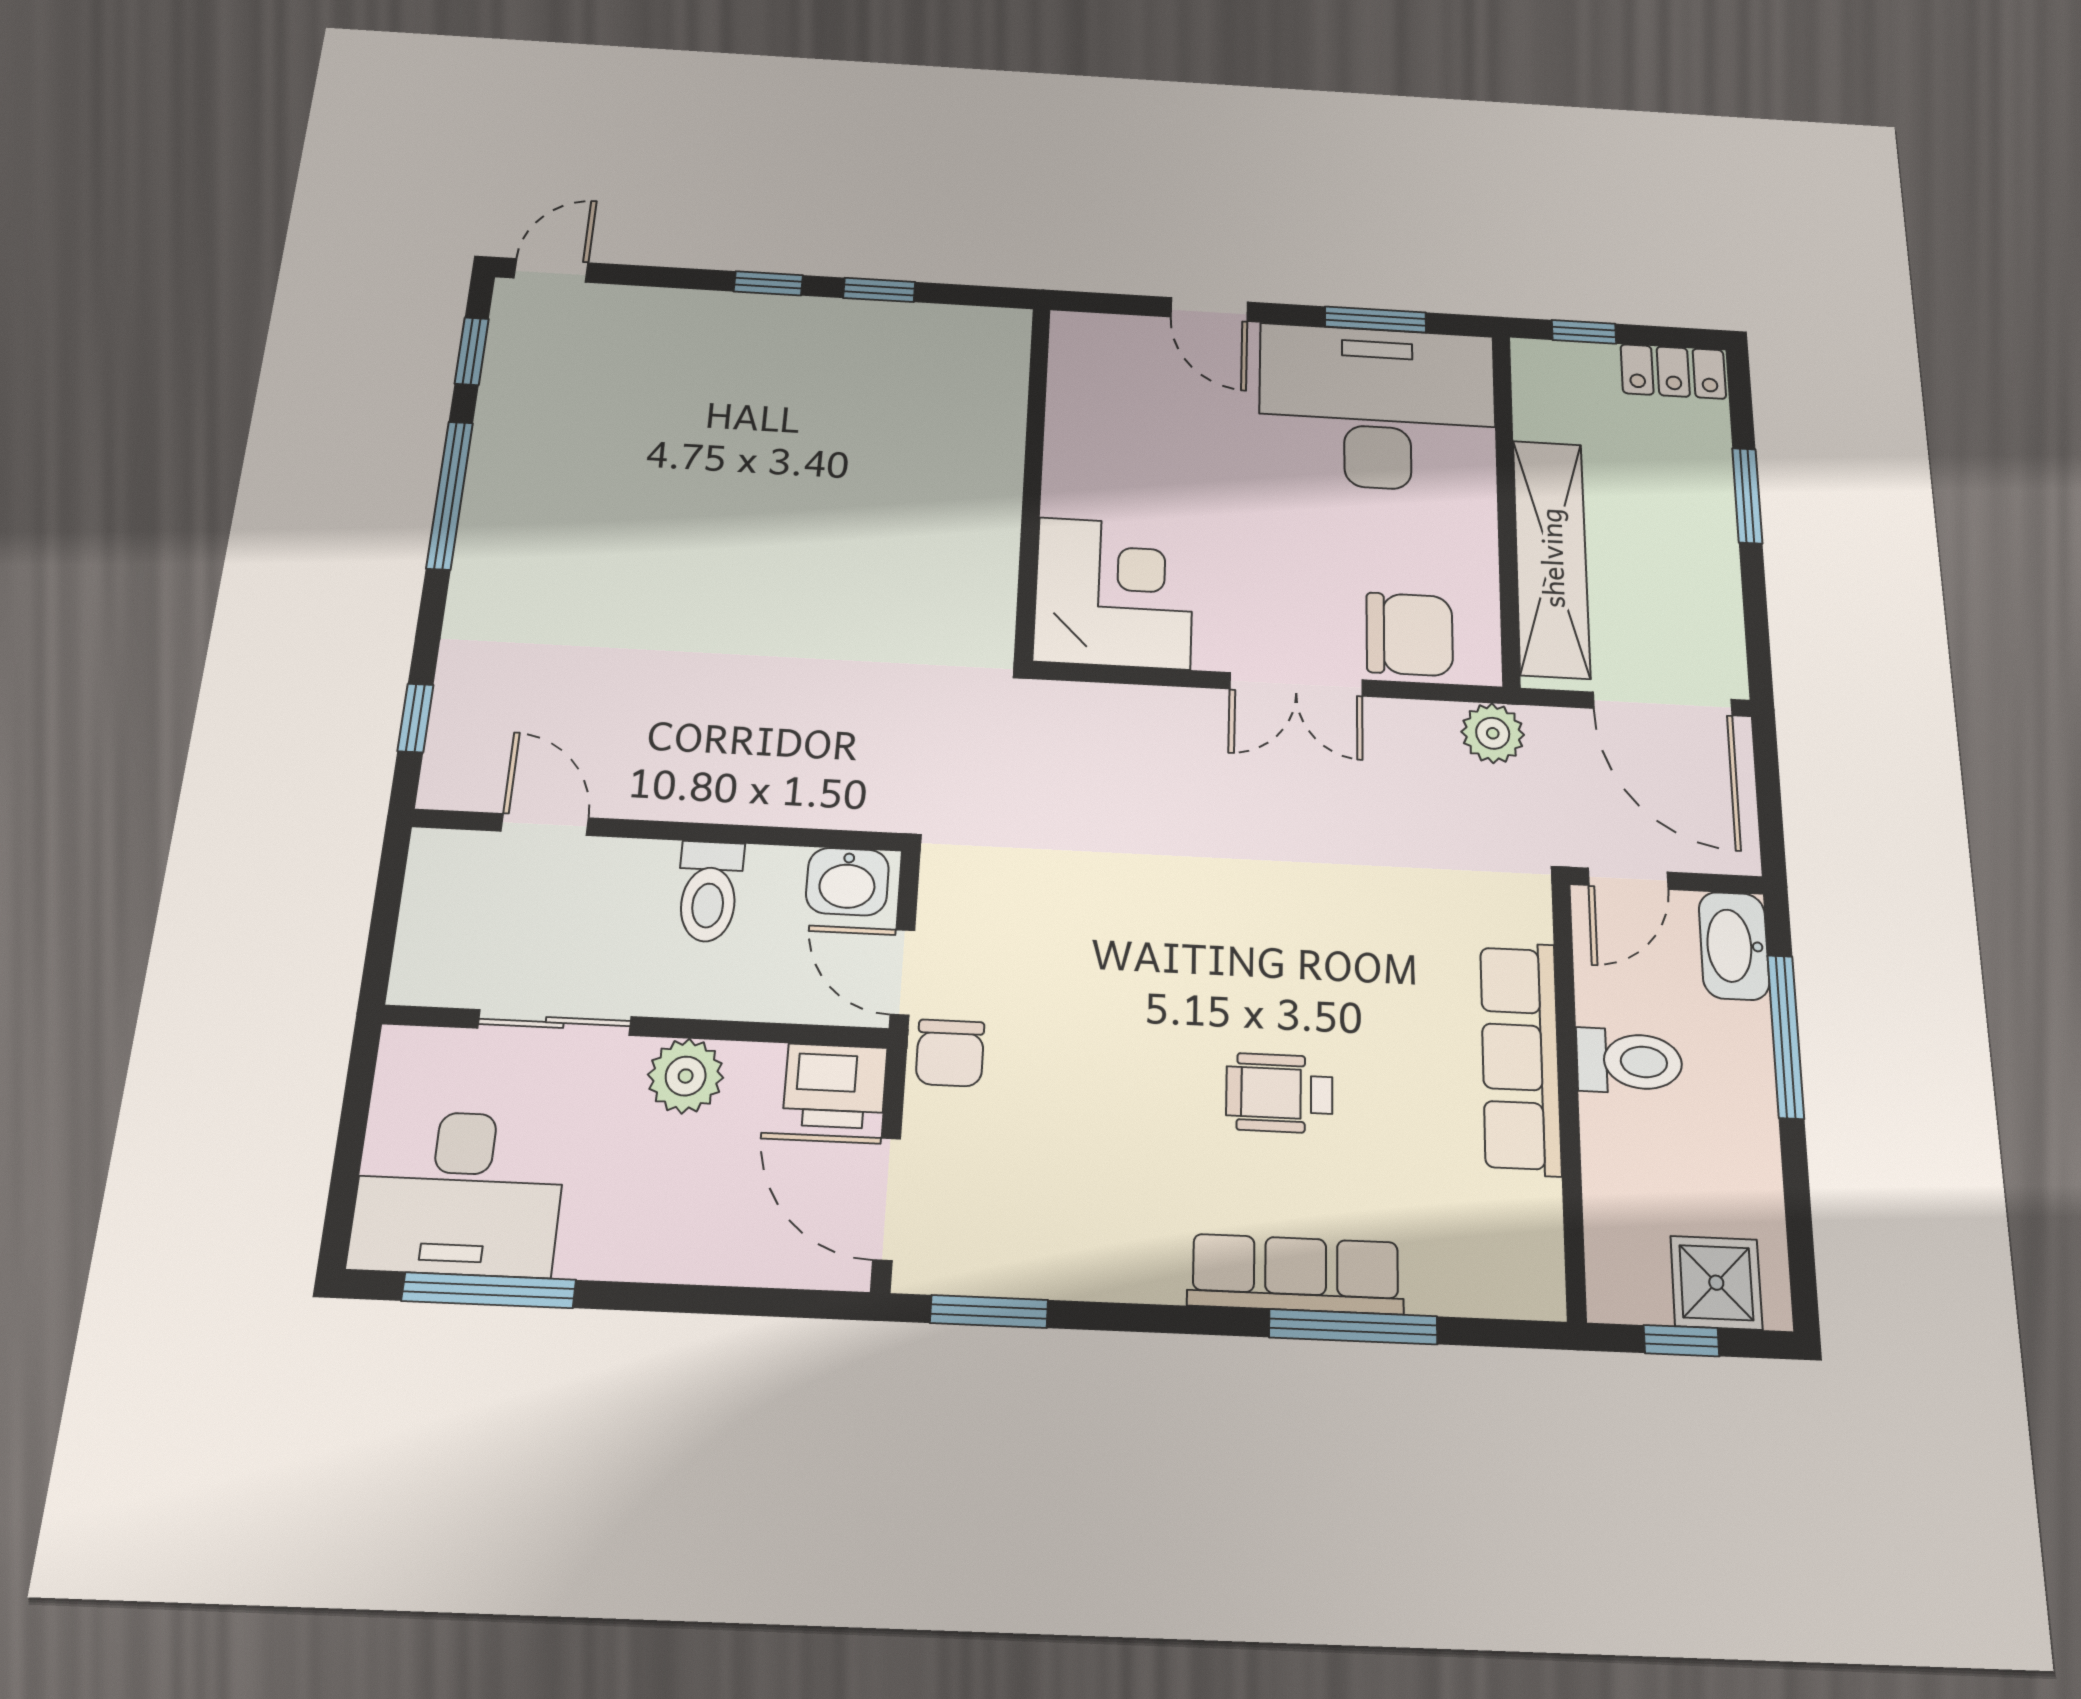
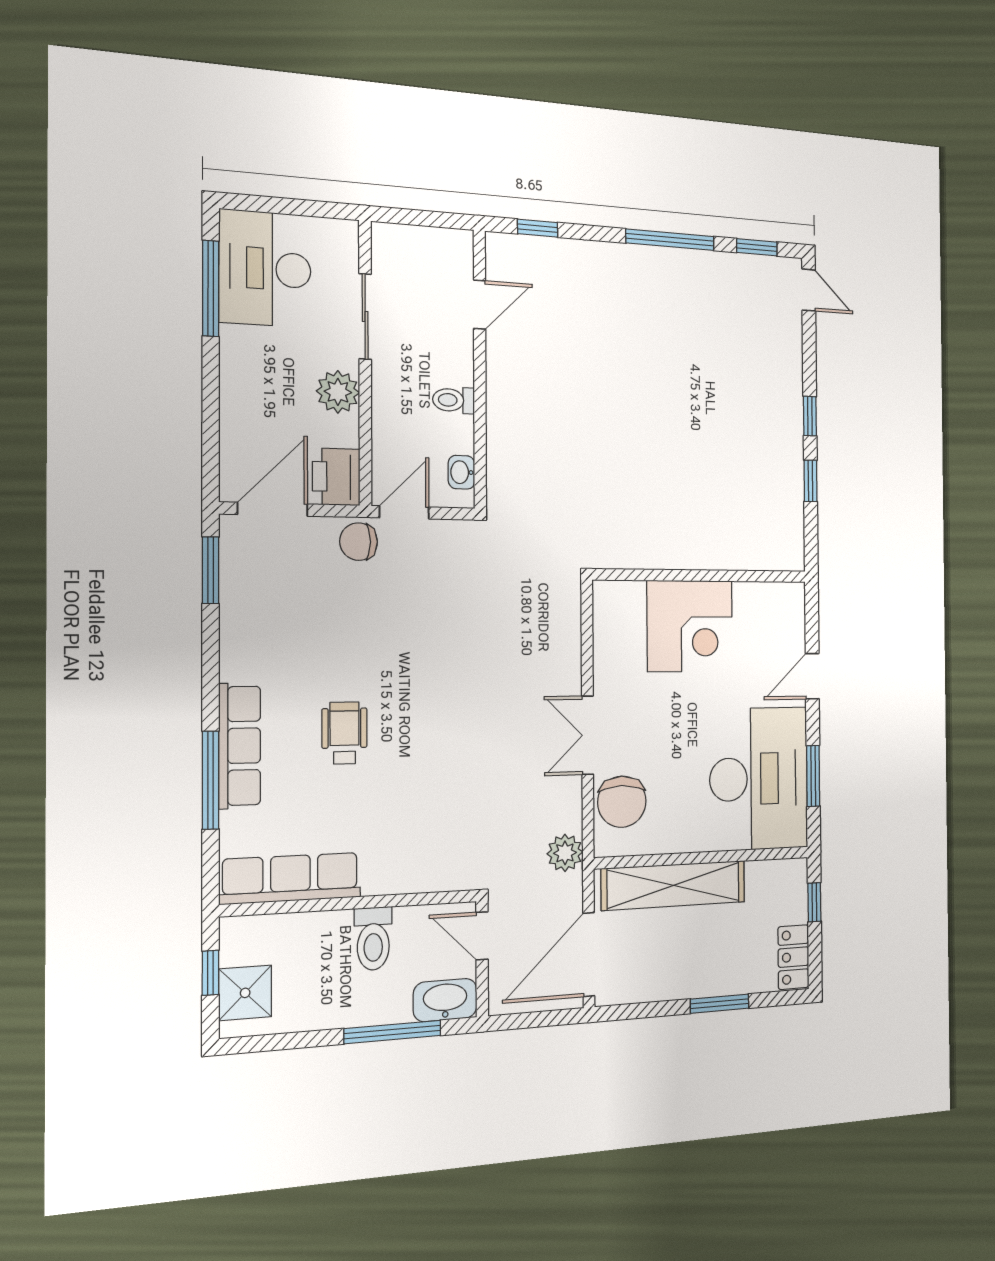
corner desk: (1114, 593) -> (690, 626), moved
washbasin: (847, 882) -> (462, 472), width x0.72, depth x0.69
toilet: (709, 892) -> (454, 400), width x0.73, depth x0.72
row of seats: (1520, 1057) -> (290, 878), moved

